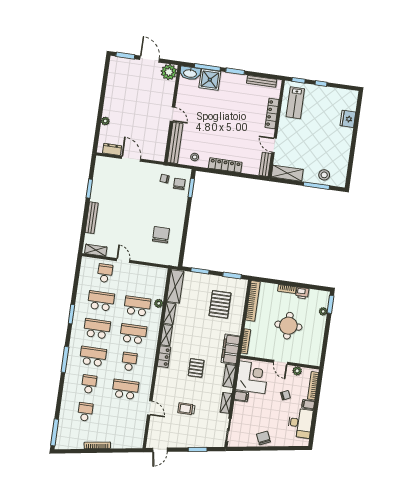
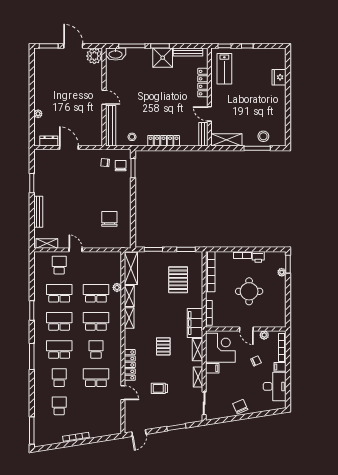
shower: (210, 80) -> (163, 58), moved
locker: (164, 357) -> (130, 365), moved, width x1.53

